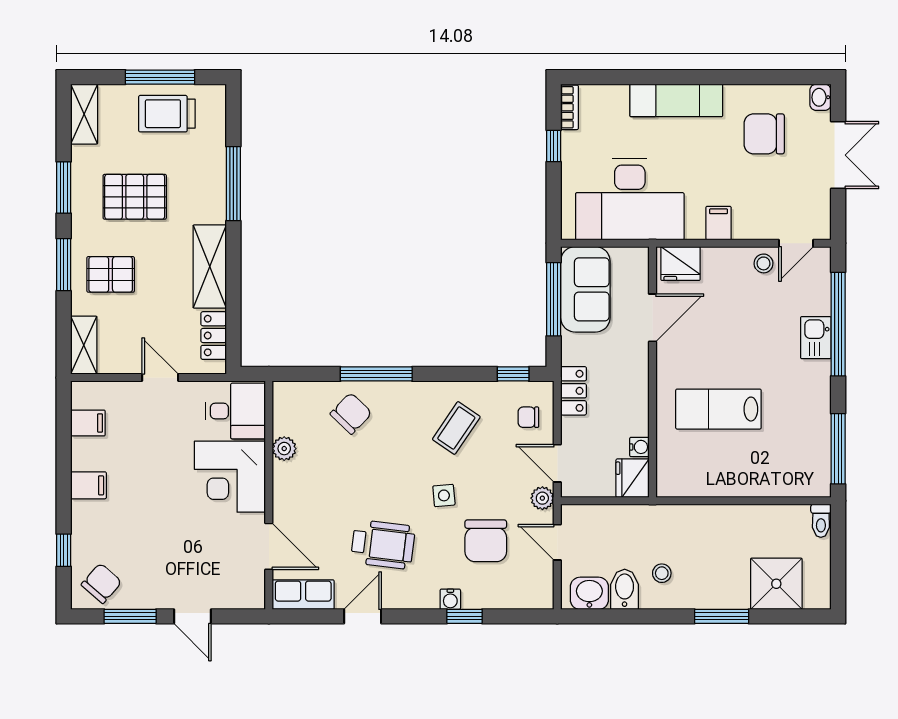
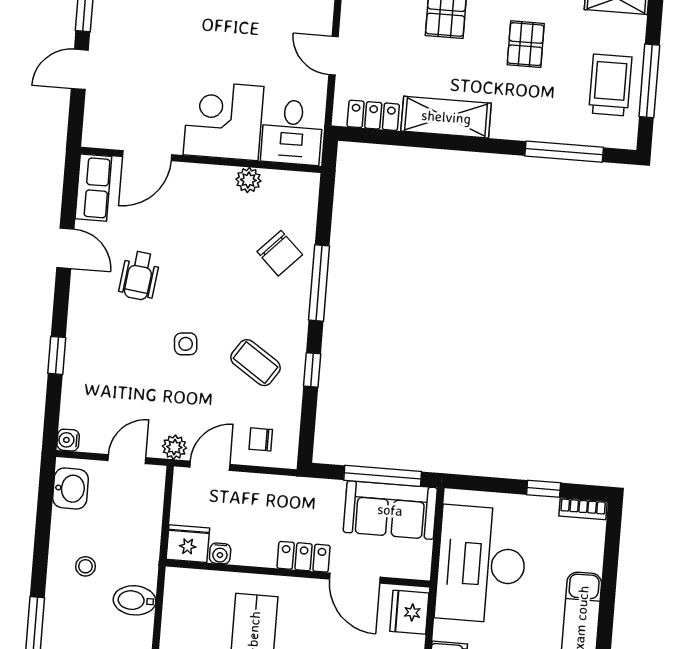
window: (233, 184) -> (564, 152), moved
pallet: (135, 197) -> (526, 44), width x0.67, depth x0.71
window: (513, 374) -> (312, 370), moved
door: (160, 378) -> (334, 56), swing flipped
locker: (574, 391) -> (304, 557), moved, turned 180
chair: (528, 417) -> (261, 439), turned -90
chair: (486, 541) -> (134, 384), removed
wheelchair: (383, 545) -> (139, 276), width x0.73, depth x0.73
bidet: (625, 589) -> (135, 600), moved, turned 180
water cooler: (450, 599) -> (68, 440), moved

